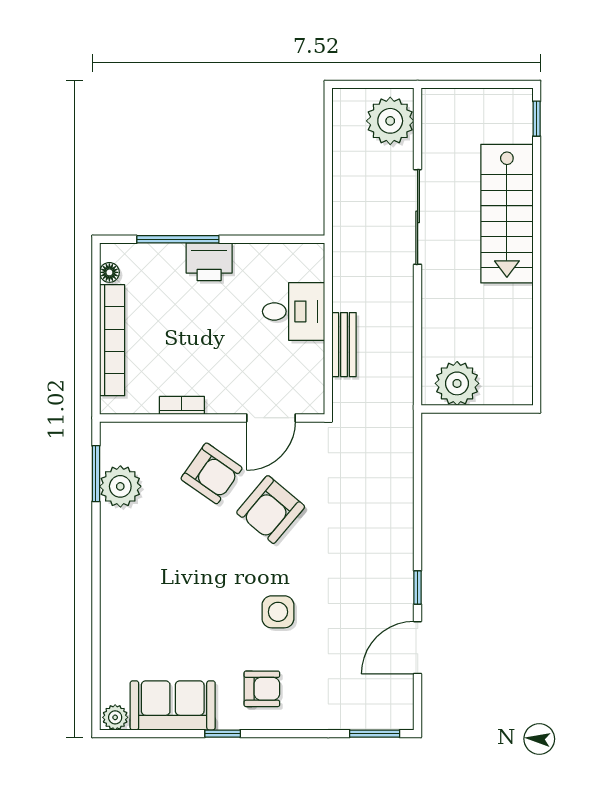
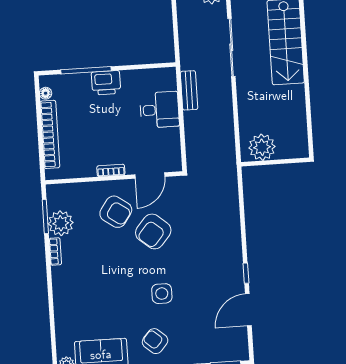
bench: (344, 345) -> (189, 90), moved
bookcase: (182, 405) -> (111, 170), moved
bookcase: (108, 532) -> (55, 251), added
armchair: (262, 689) -> (155, 341), turned -139

